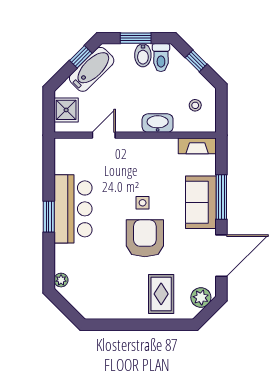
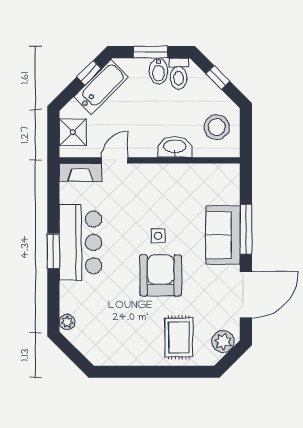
stool: (195, 105) -> (217, 127), width x1.89, depth x1.89
fireplace: (197, 146) -> (80, 172), moved

